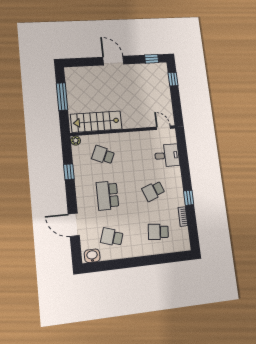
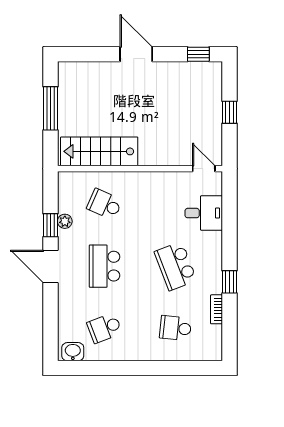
window: (173, 79) -> (229, 112), moved
plant: (76, 141) -> (65, 221), moved
school desk: (153, 191) -> (175, 266), width x1.85
door: (74, 225) -> (50, 266), moved
school desk: (112, 237) -> (105, 328), turned -39

